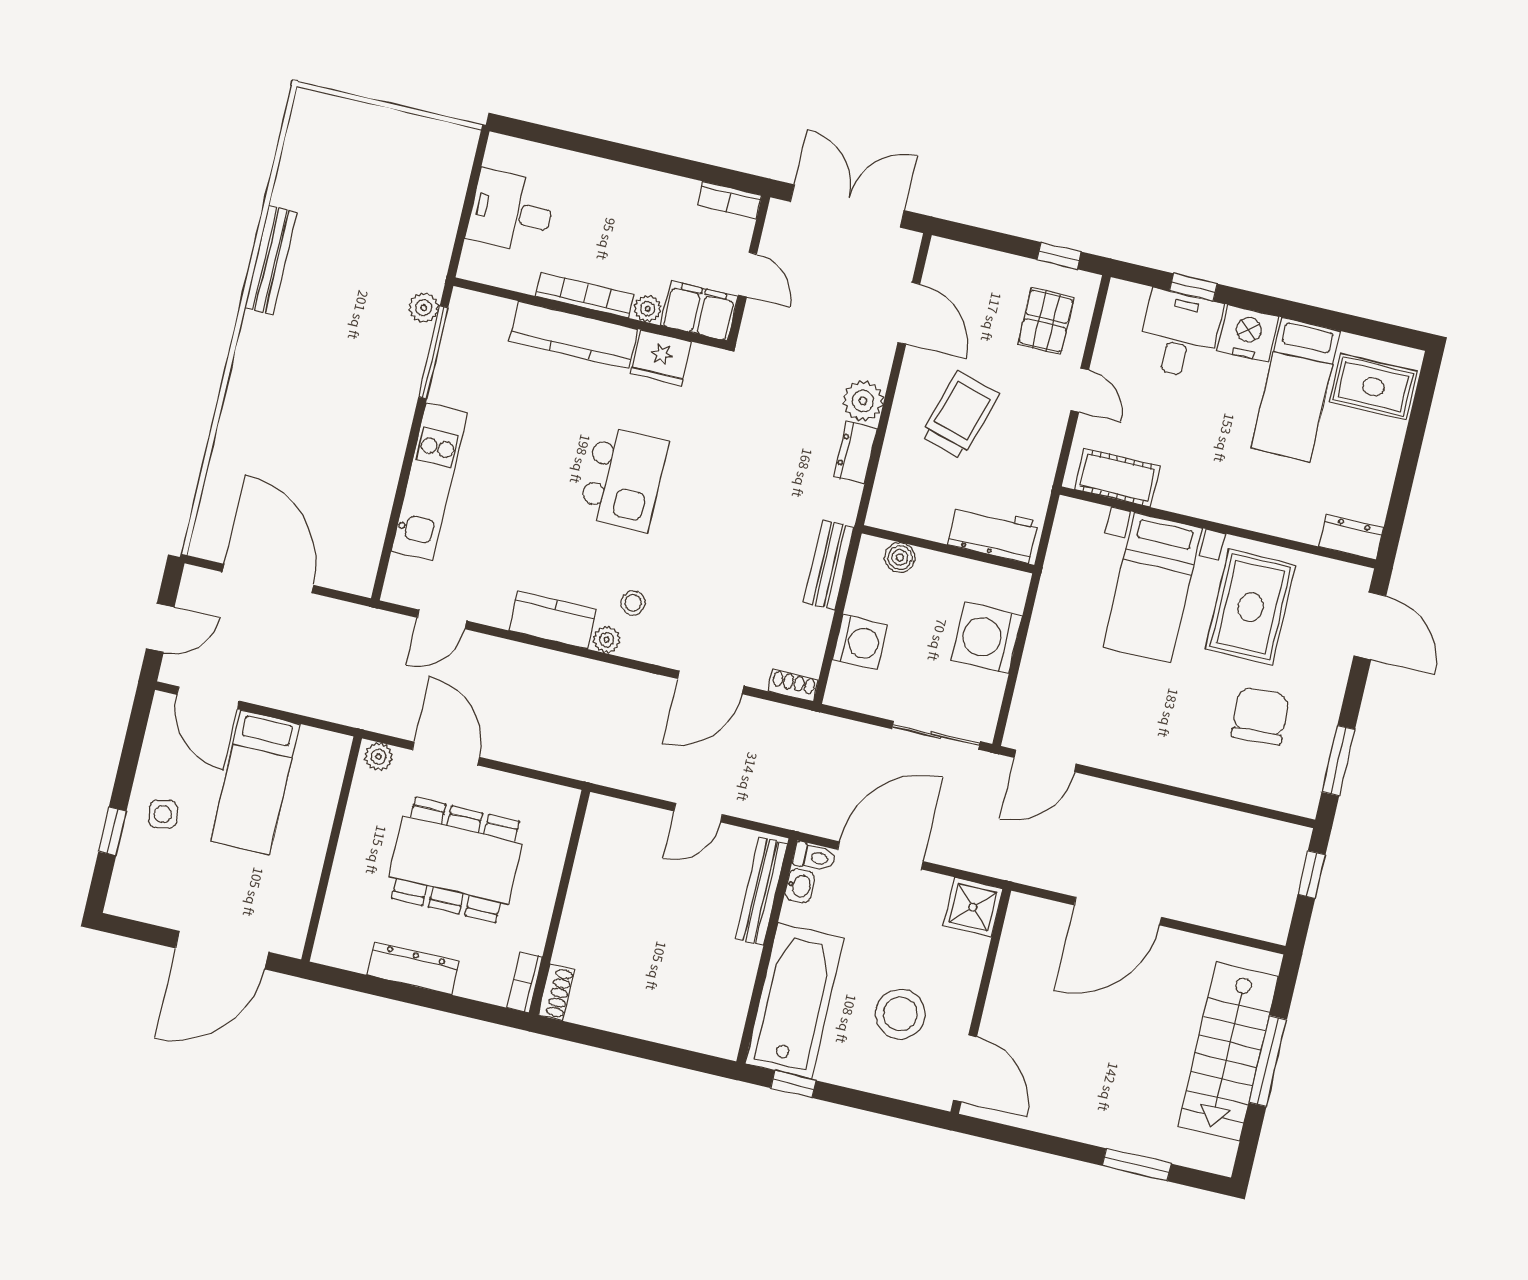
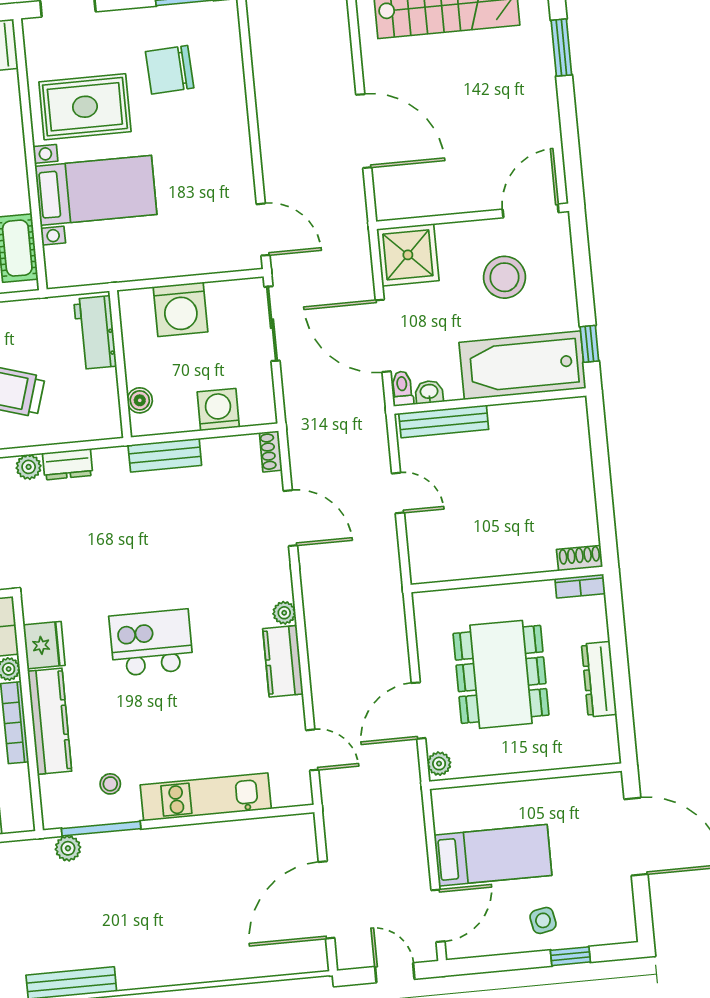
plant: (863, 401) -> (29, 467), width x0.73, depth x0.73
stool: (633, 603) -> (110, 784), moved
shower: (973, 907) -> (408, 255), width x1.36, depth x1.36

